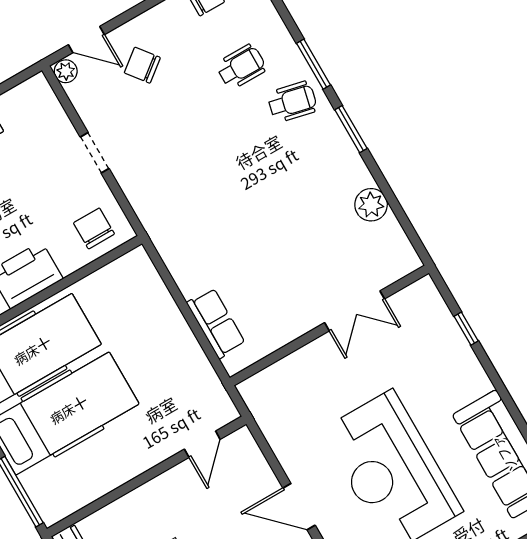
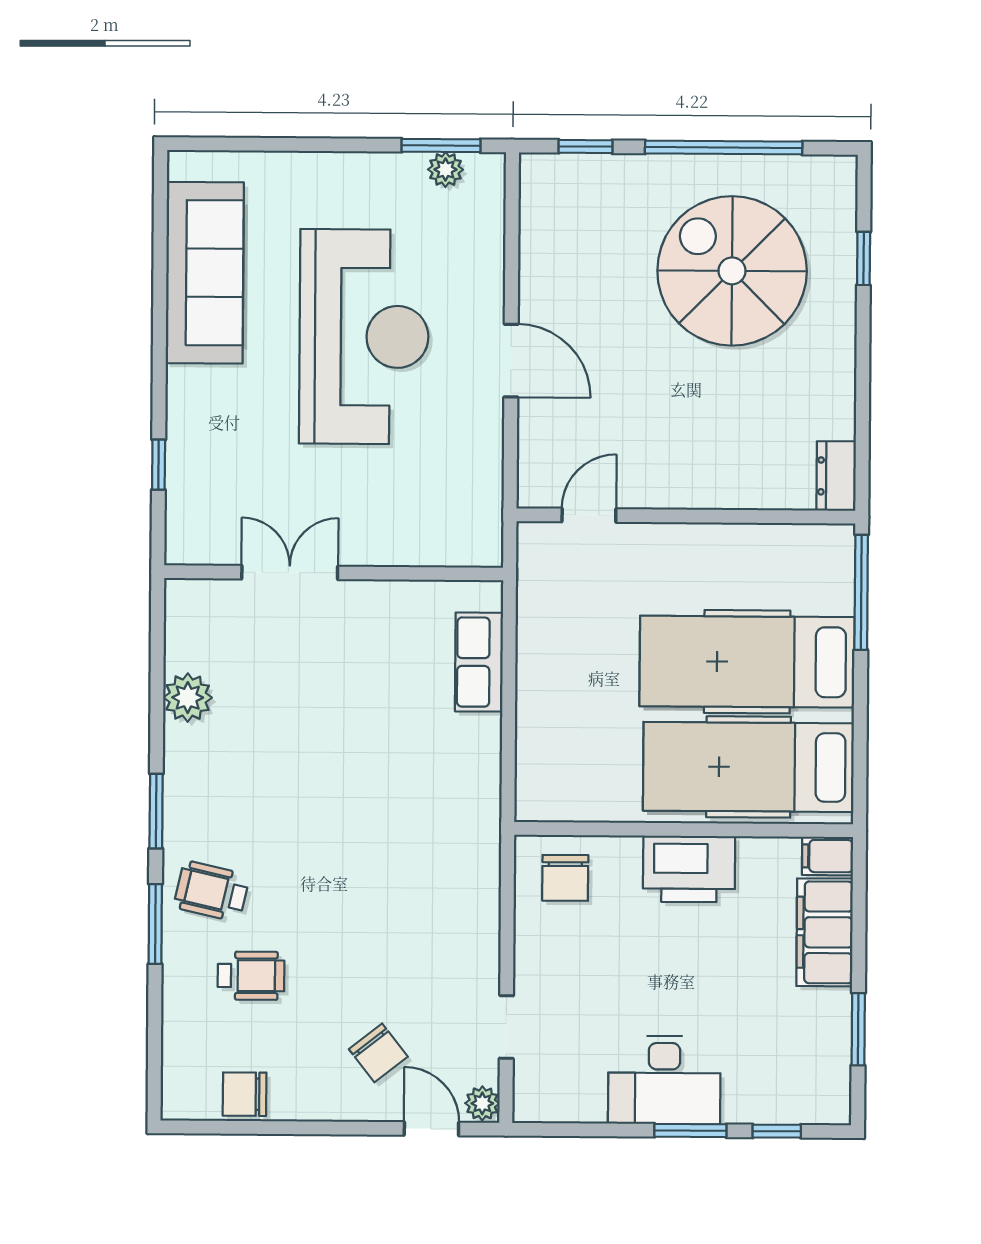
wheelchair: (241, 67) -> (251, 976), turned 180
doorway: (95, 153) -> (506, 1027), moved

